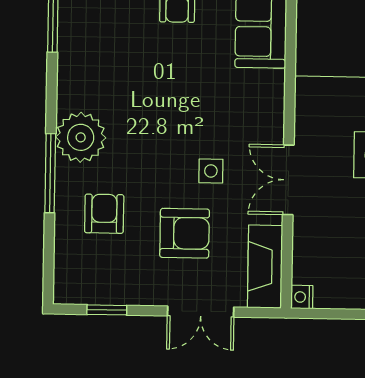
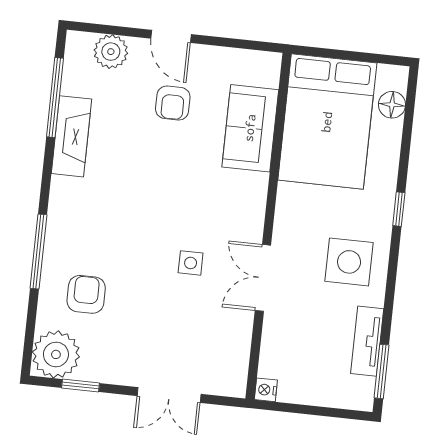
plant: (81, 137) -> (56, 354), moved
armchair: (185, 233) -> (160, 320), removed
fireplace: (265, 267) -> (72, 136), moved, turned 180

